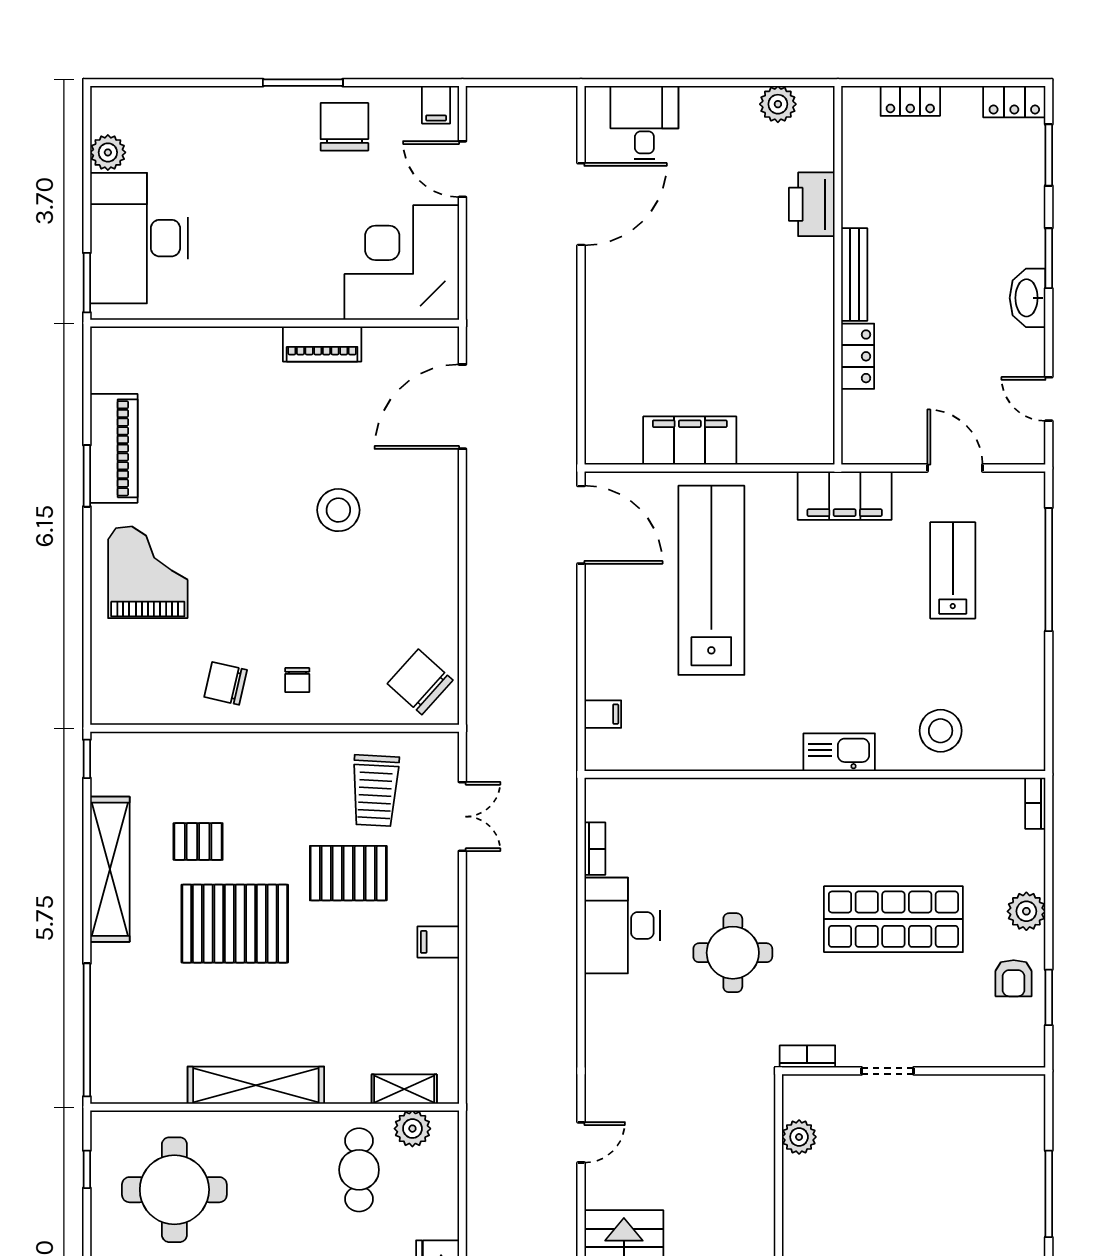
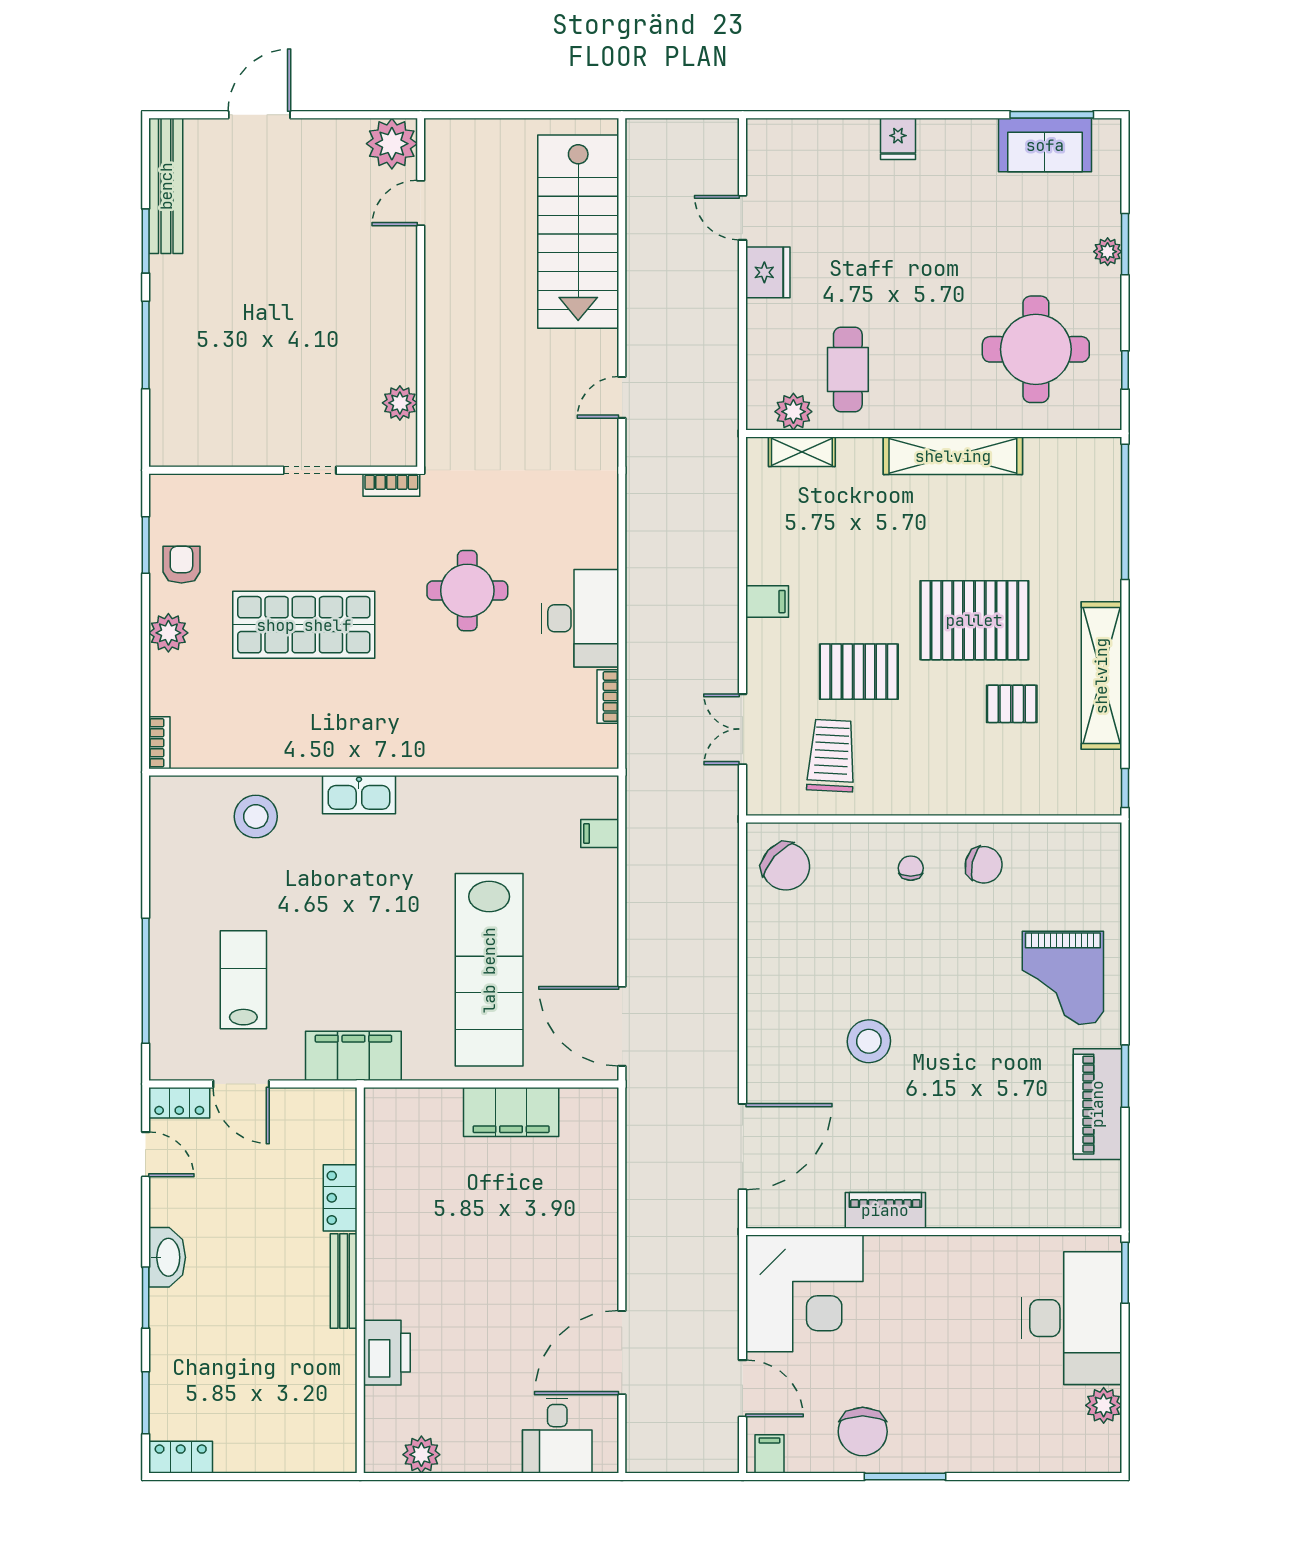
locker: (910, 101) -> (179, 1103), moved, turned 180
lab bench: (953, 570) -> (243, 980), turned 180

